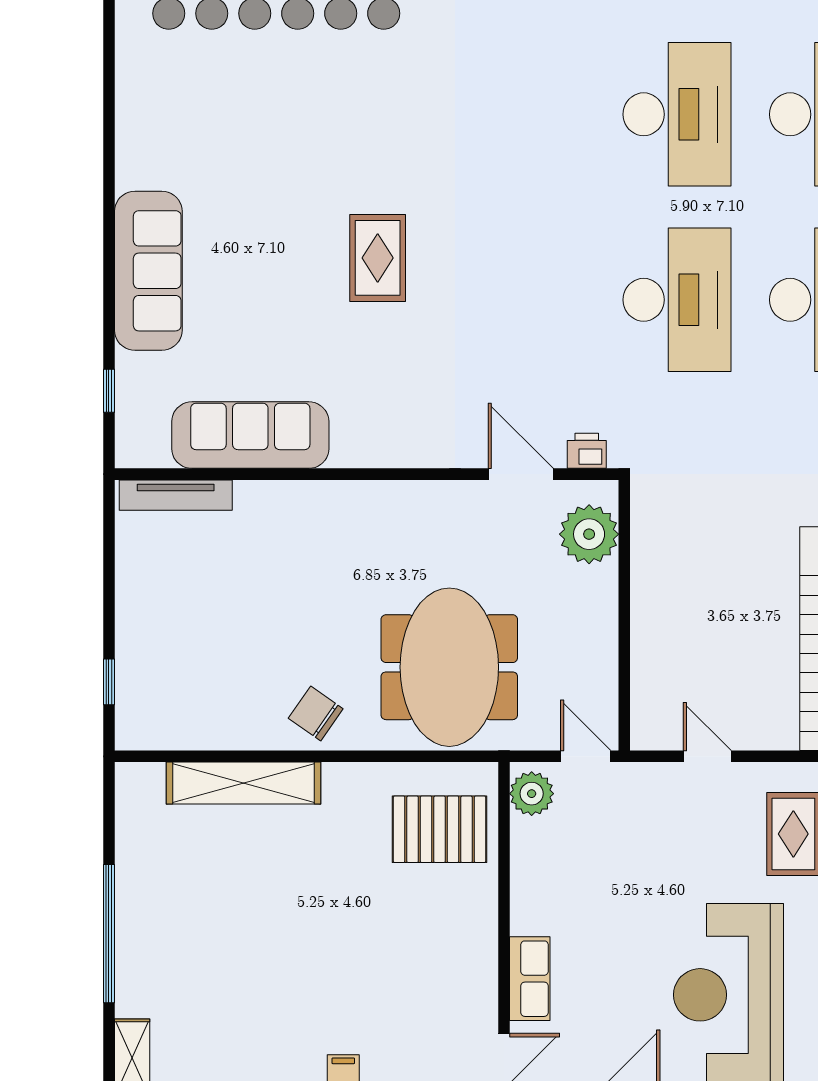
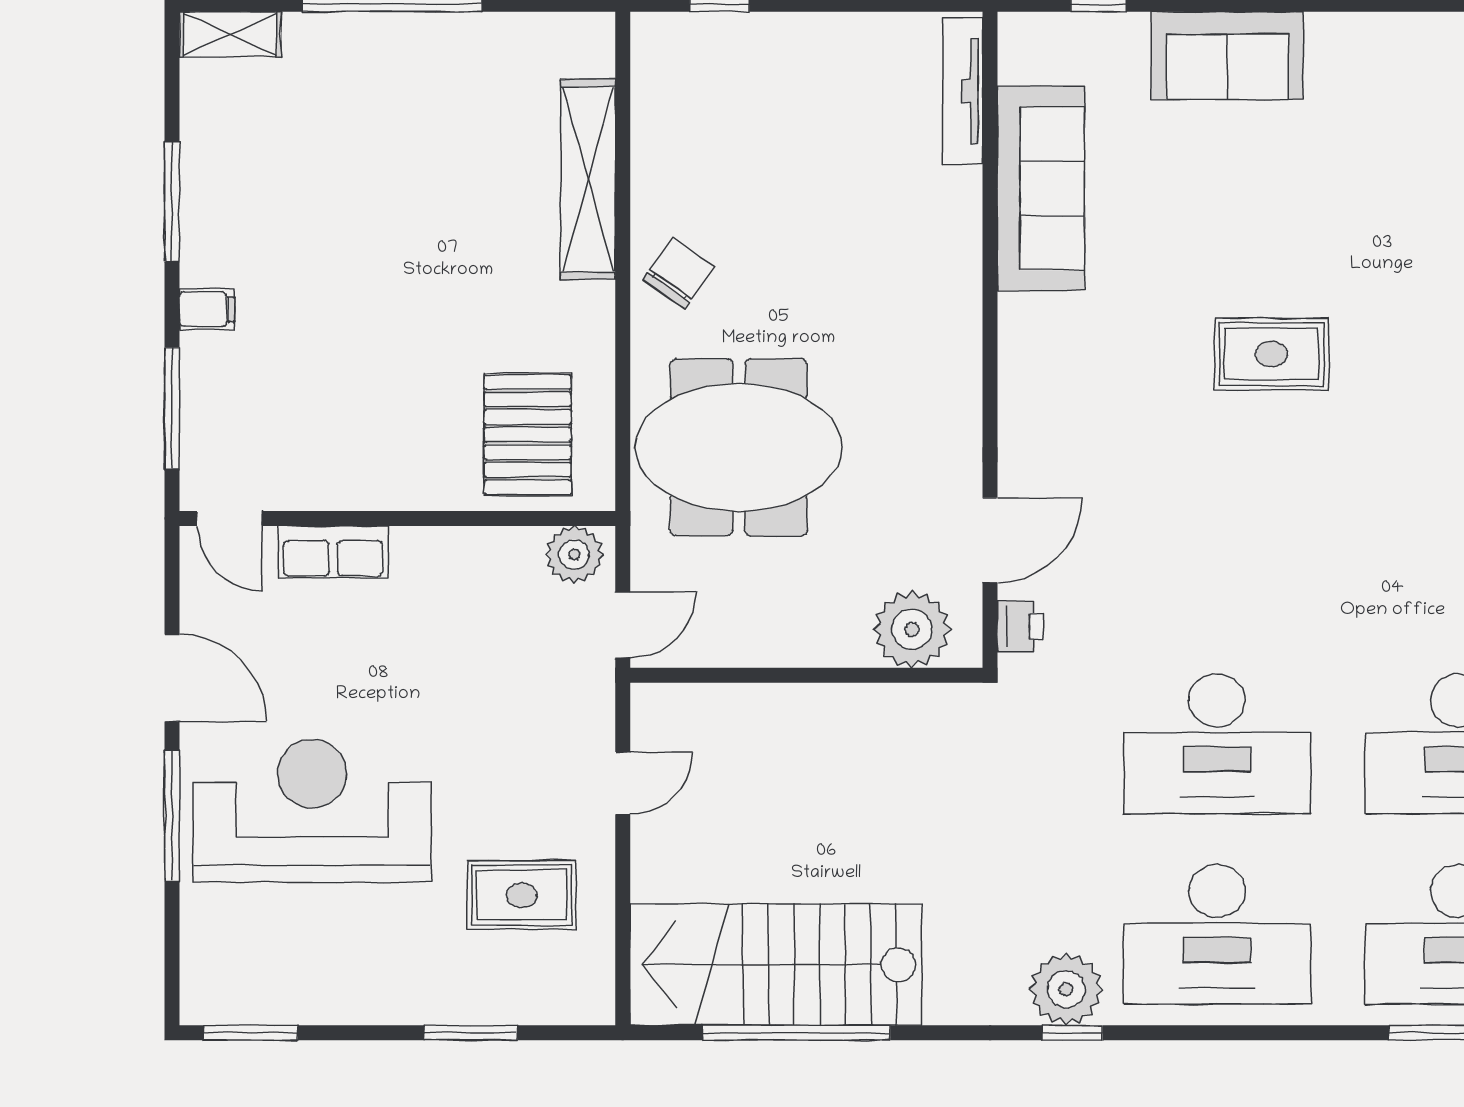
sofa: (148, 271) -> (1227, 56), width x0.73

